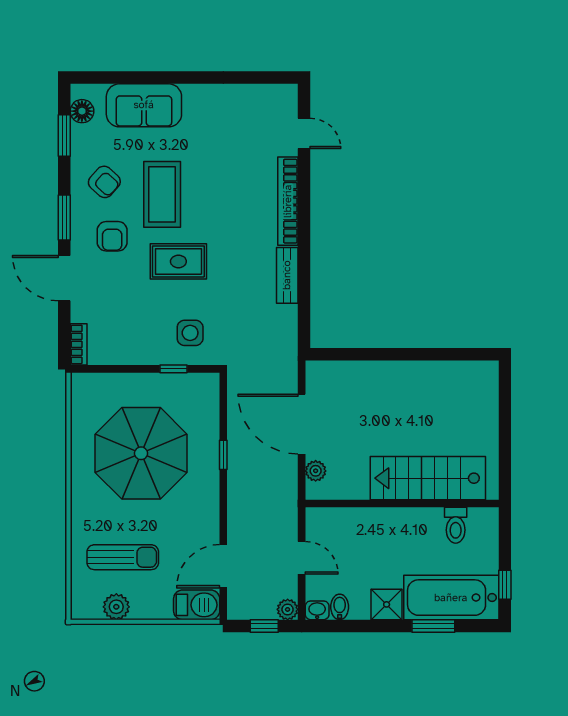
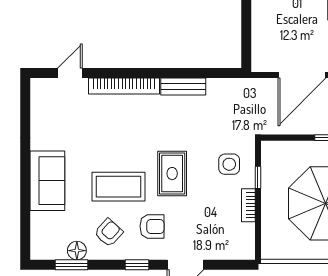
sofa: (144, 105) -> (47, 181), moved
floor lamp: (82, 111) -> (77, 251), moved
window: (64, 217) -> (137, 265), width x0.67
bookcase: (79, 344) -> (248, 205), moved, turned -90

